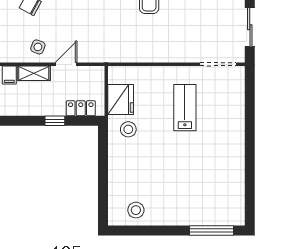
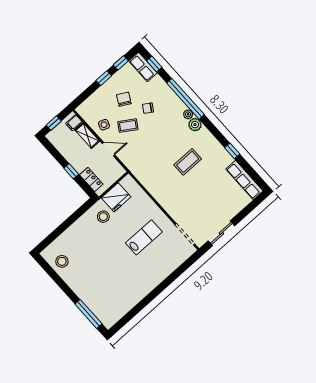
coffee table: (60, 24) -> (128, 126), added

